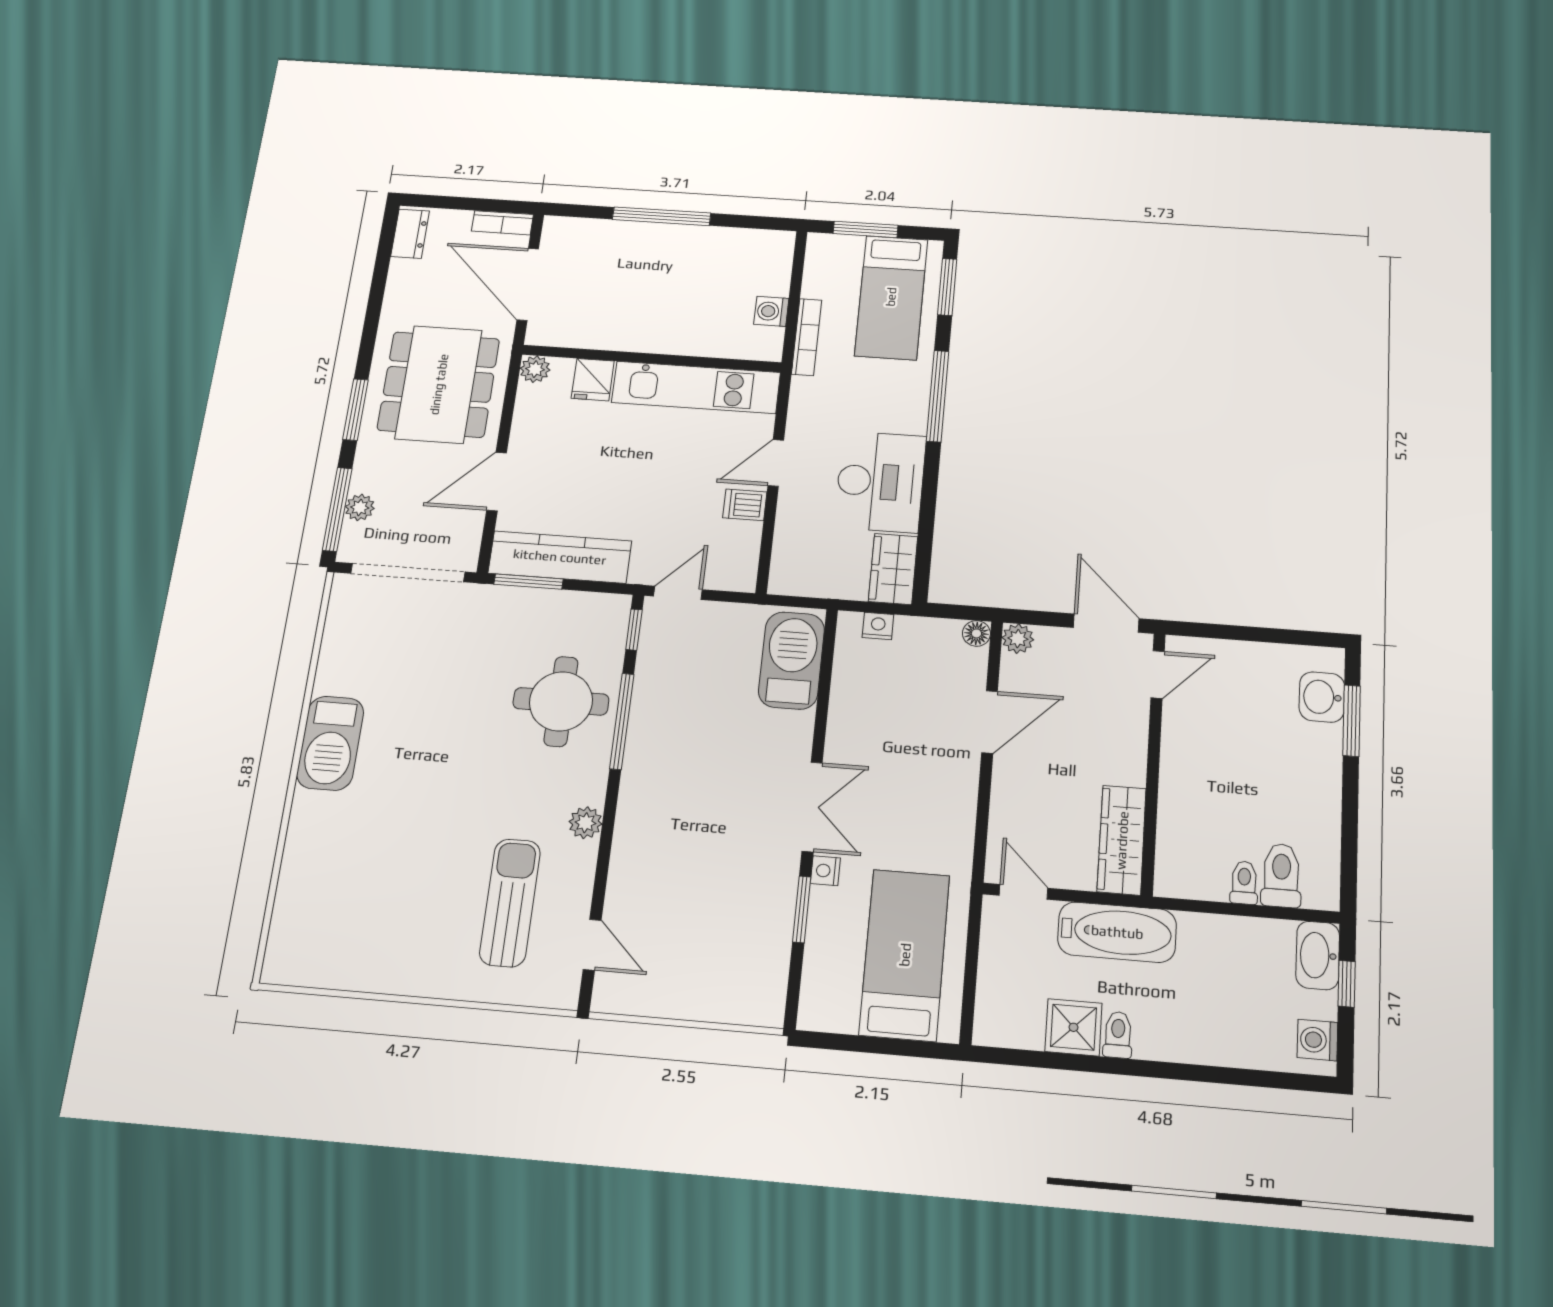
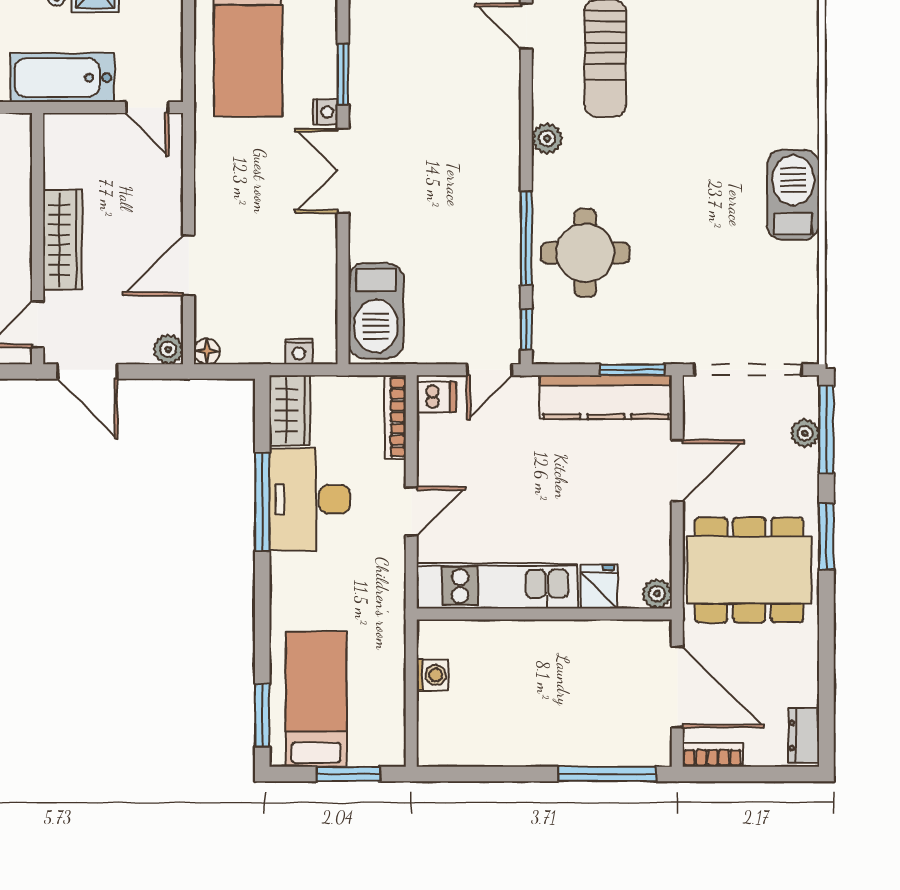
window: (662, 216) -> (607, 774), moved
bookcase: (807, 337) -> (395, 417), moved
dining table: (439, 384) -> (749, 570), turned 90
window: (938, 396) -> (262, 502), moved
dishwasher: (745, 505) -> (436, 397), moved
wardrobe: (1122, 840) -> (62, 240), moved

